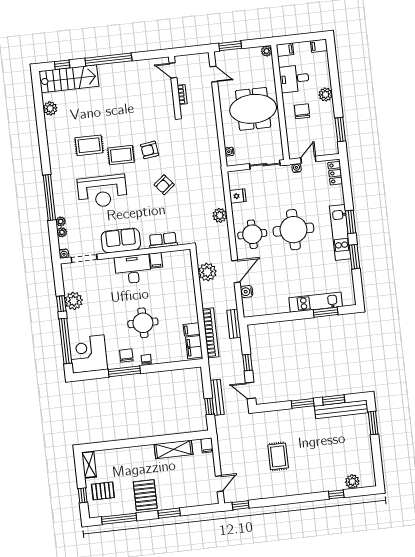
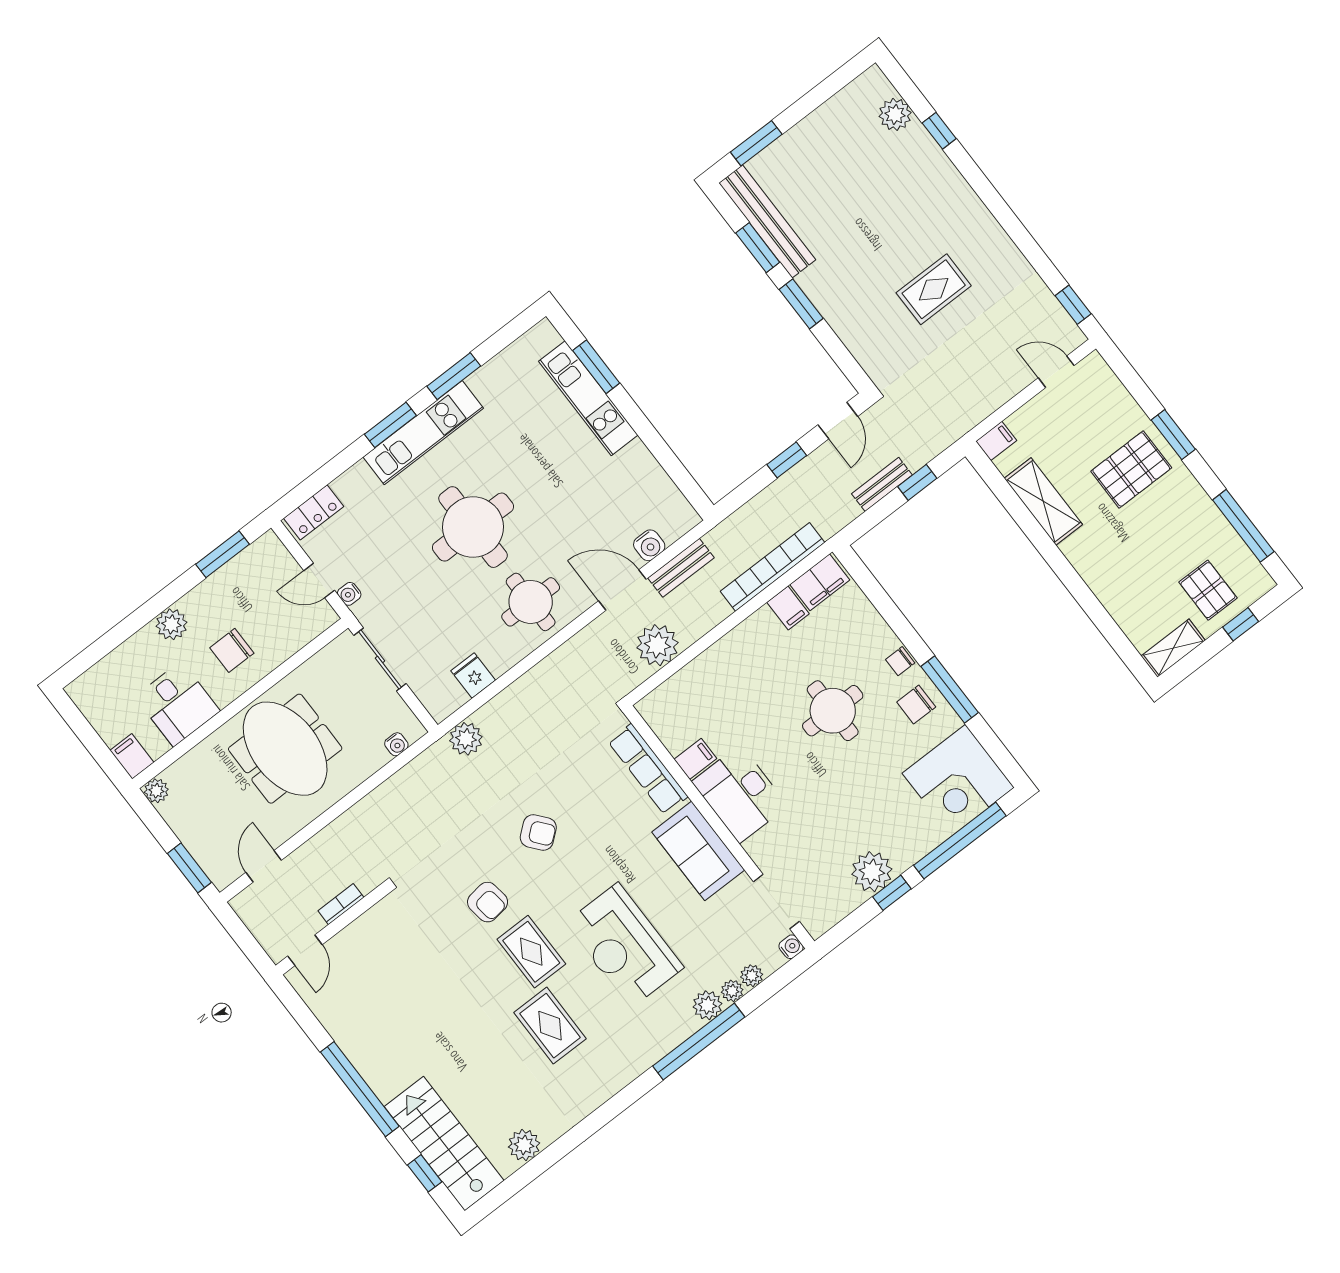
filing cabinet: (319, 46) -> (84, 695), removed
reception desk: (102, 191) -> (624, 945), turned 180
plant: (61, 209) -> (707, 1005), added
plant: (220, 215) -> (466, 739), moved
row of seats: (163, 240) -> (648, 769), width x1.48
bench: (234, 324) -> (681, 568), moved
bench: (217, 397) -> (882, 484), width x0.73
pallet: (145, 495) -> (1131, 469), moved

